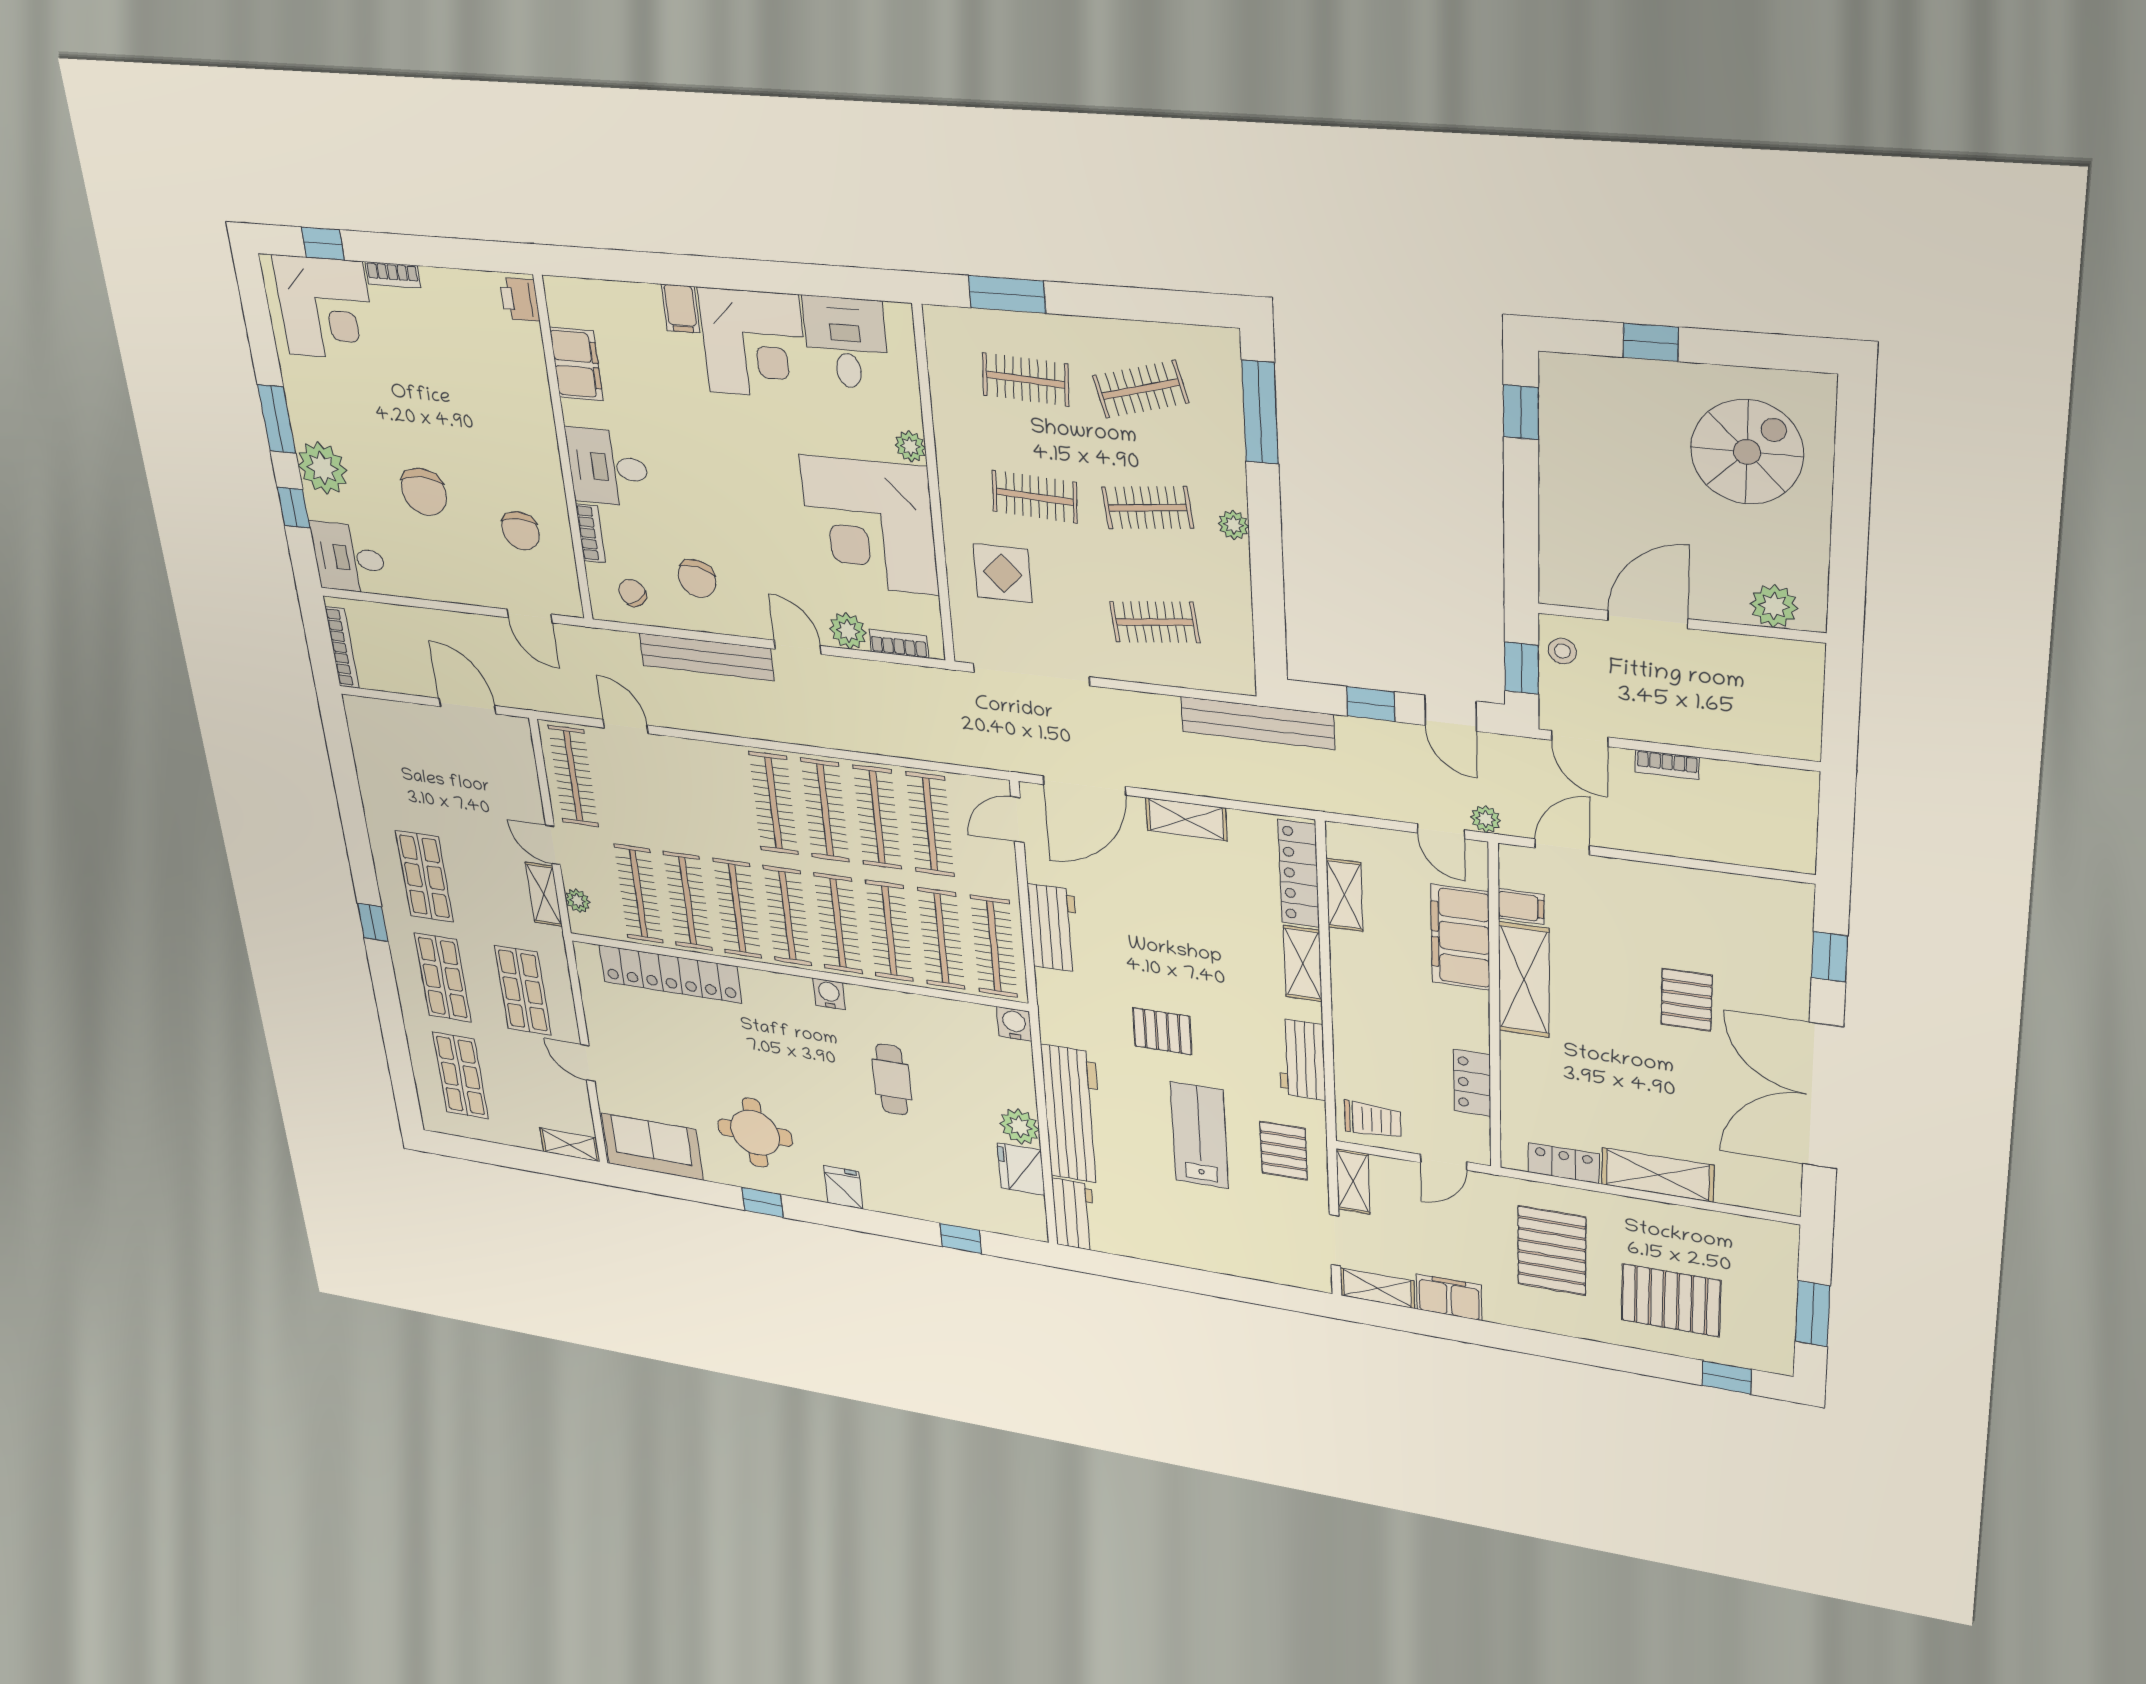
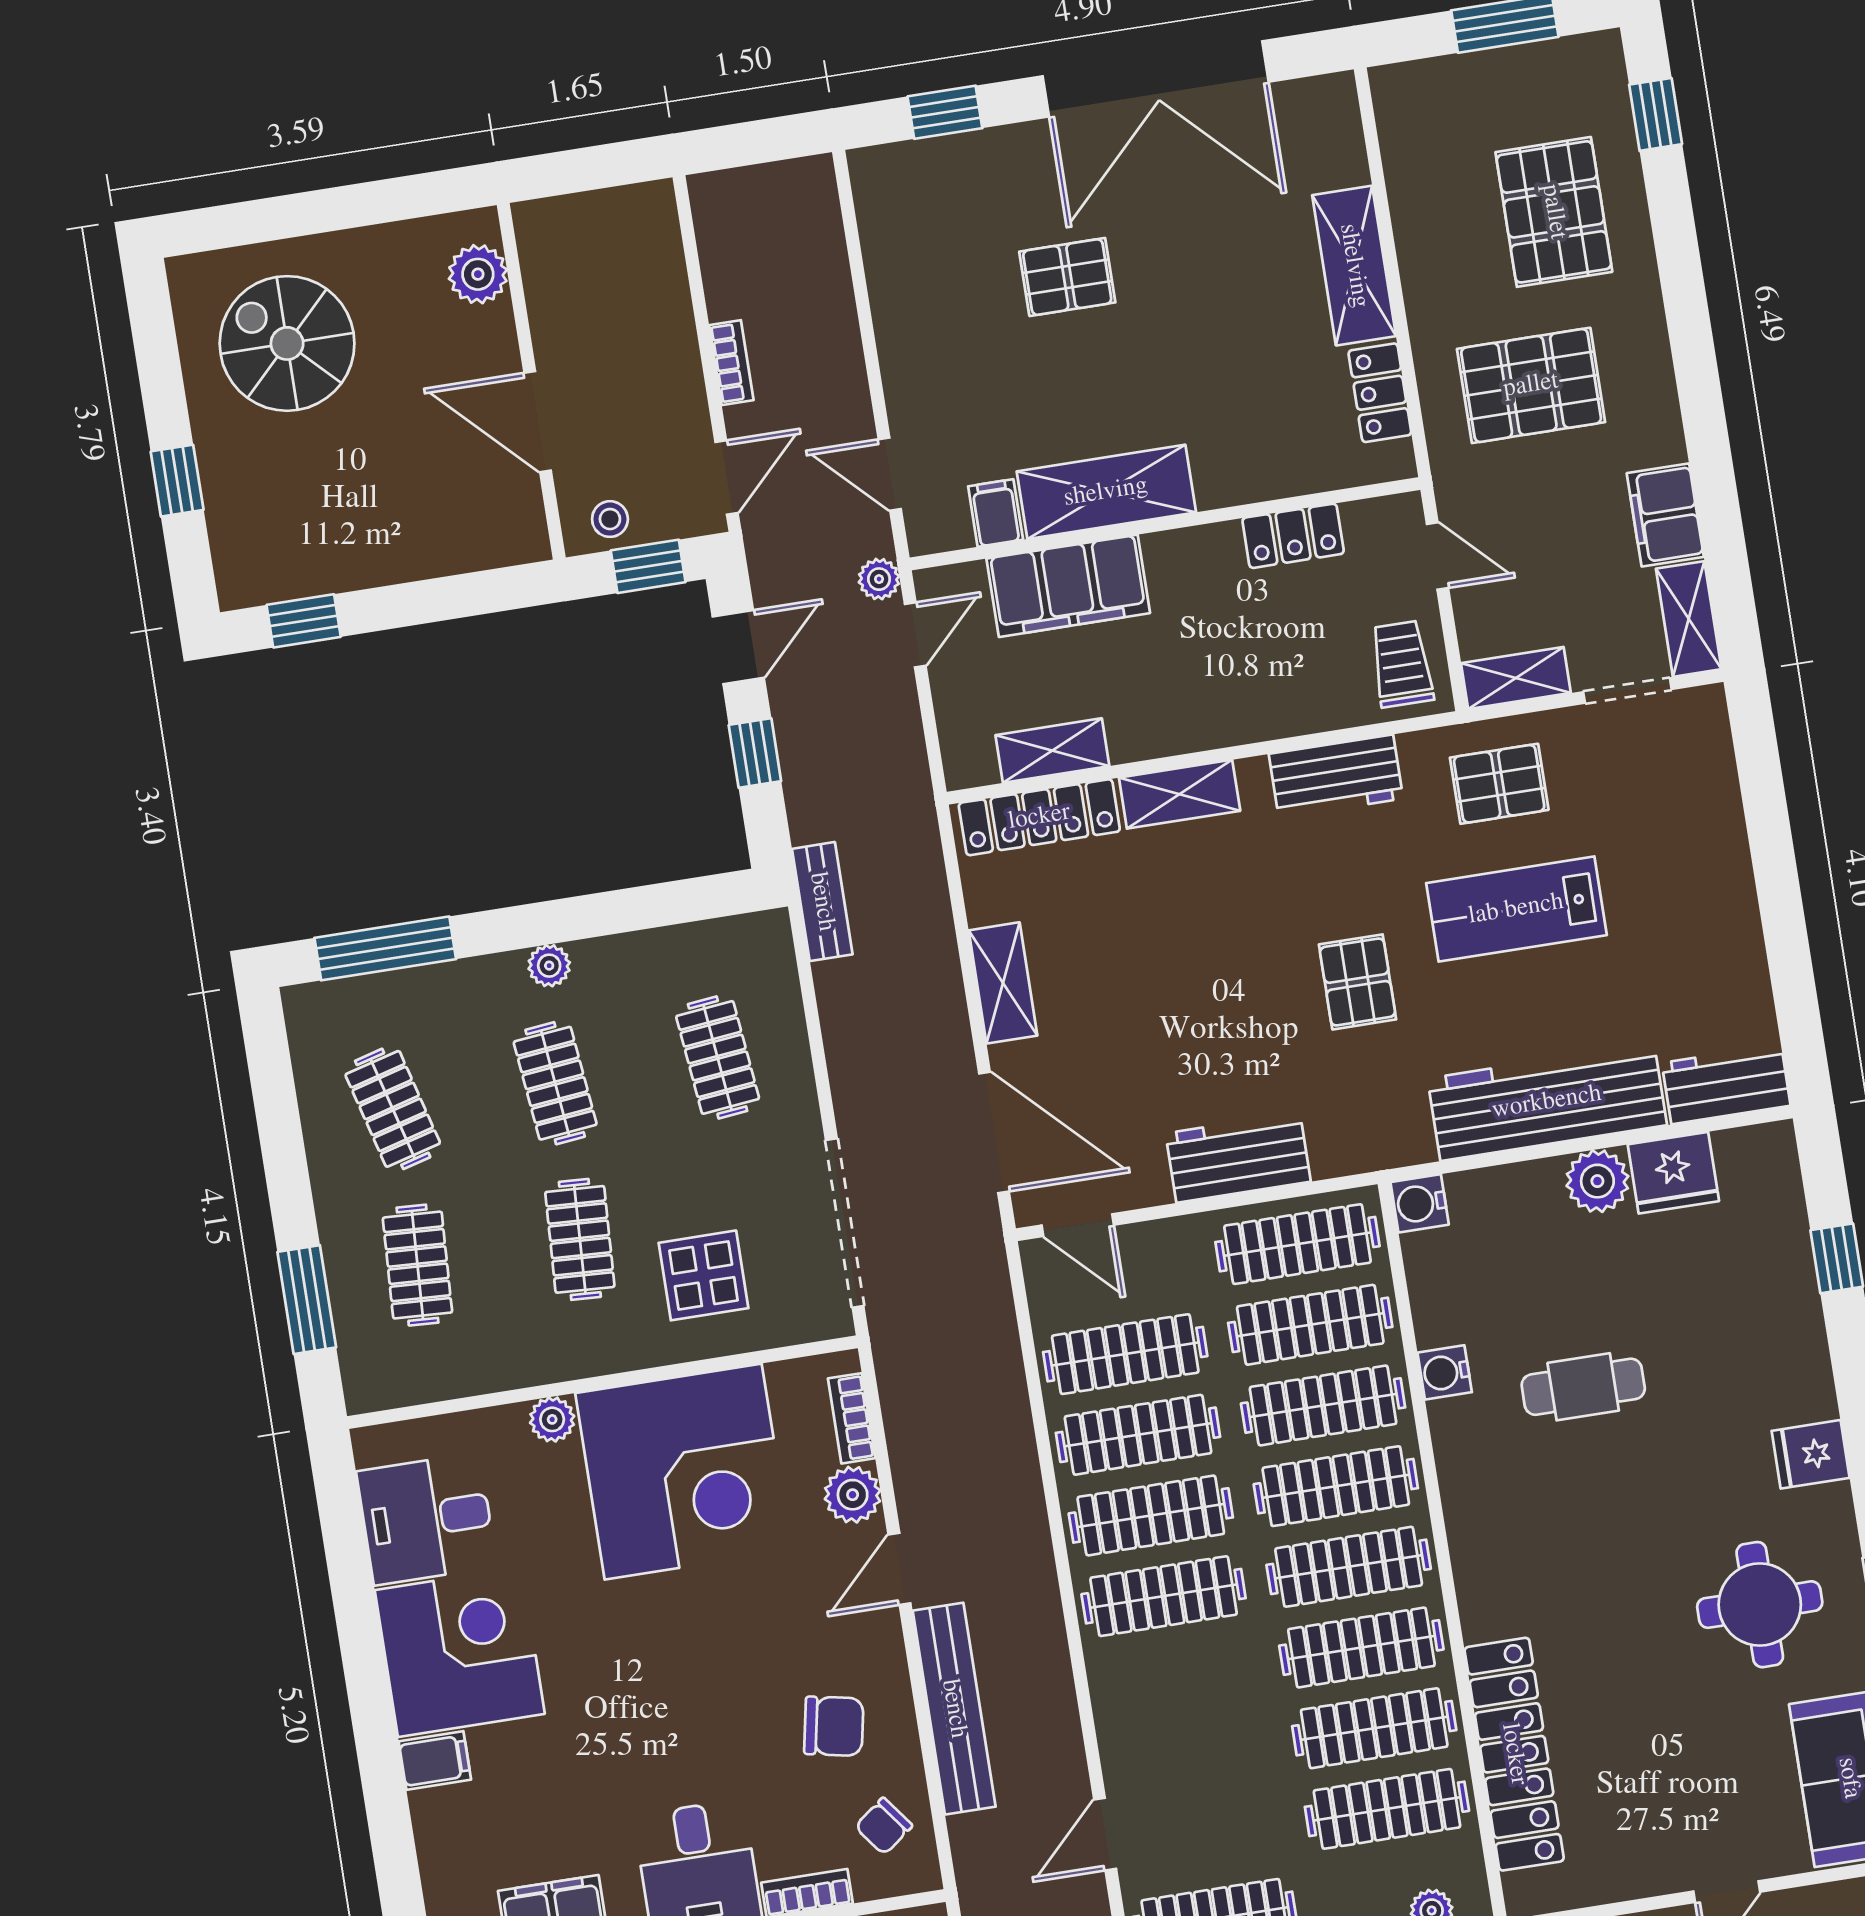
bench: (1257, 723) -> (822, 902), width x0.54, depth x0.82
water cooler: (829, 994) -> (1445, 1372), moved

